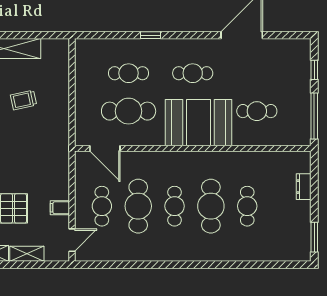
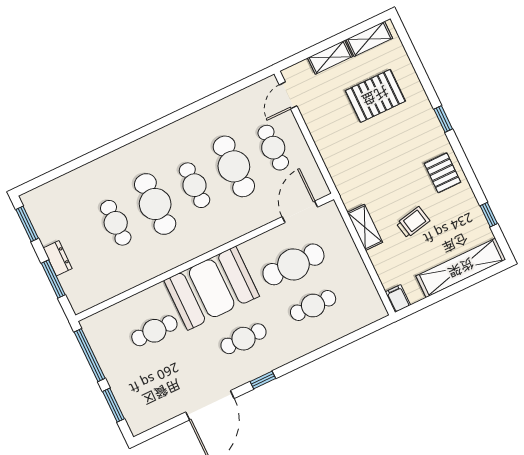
window: (151, 35) -> (263, 380), moved
window: (314, 70) -> (114, 405), width x1.50
shelving: (62, 113) -> (365, 227), added
door: (105, 148) -> (300, 212), hinge flipped
window: (314, 186) -> (53, 279), added
dresser: (304, 187) -> (58, 258), moved
filing cabinet: (60, 208) -> (398, 298), moved, turned -90

